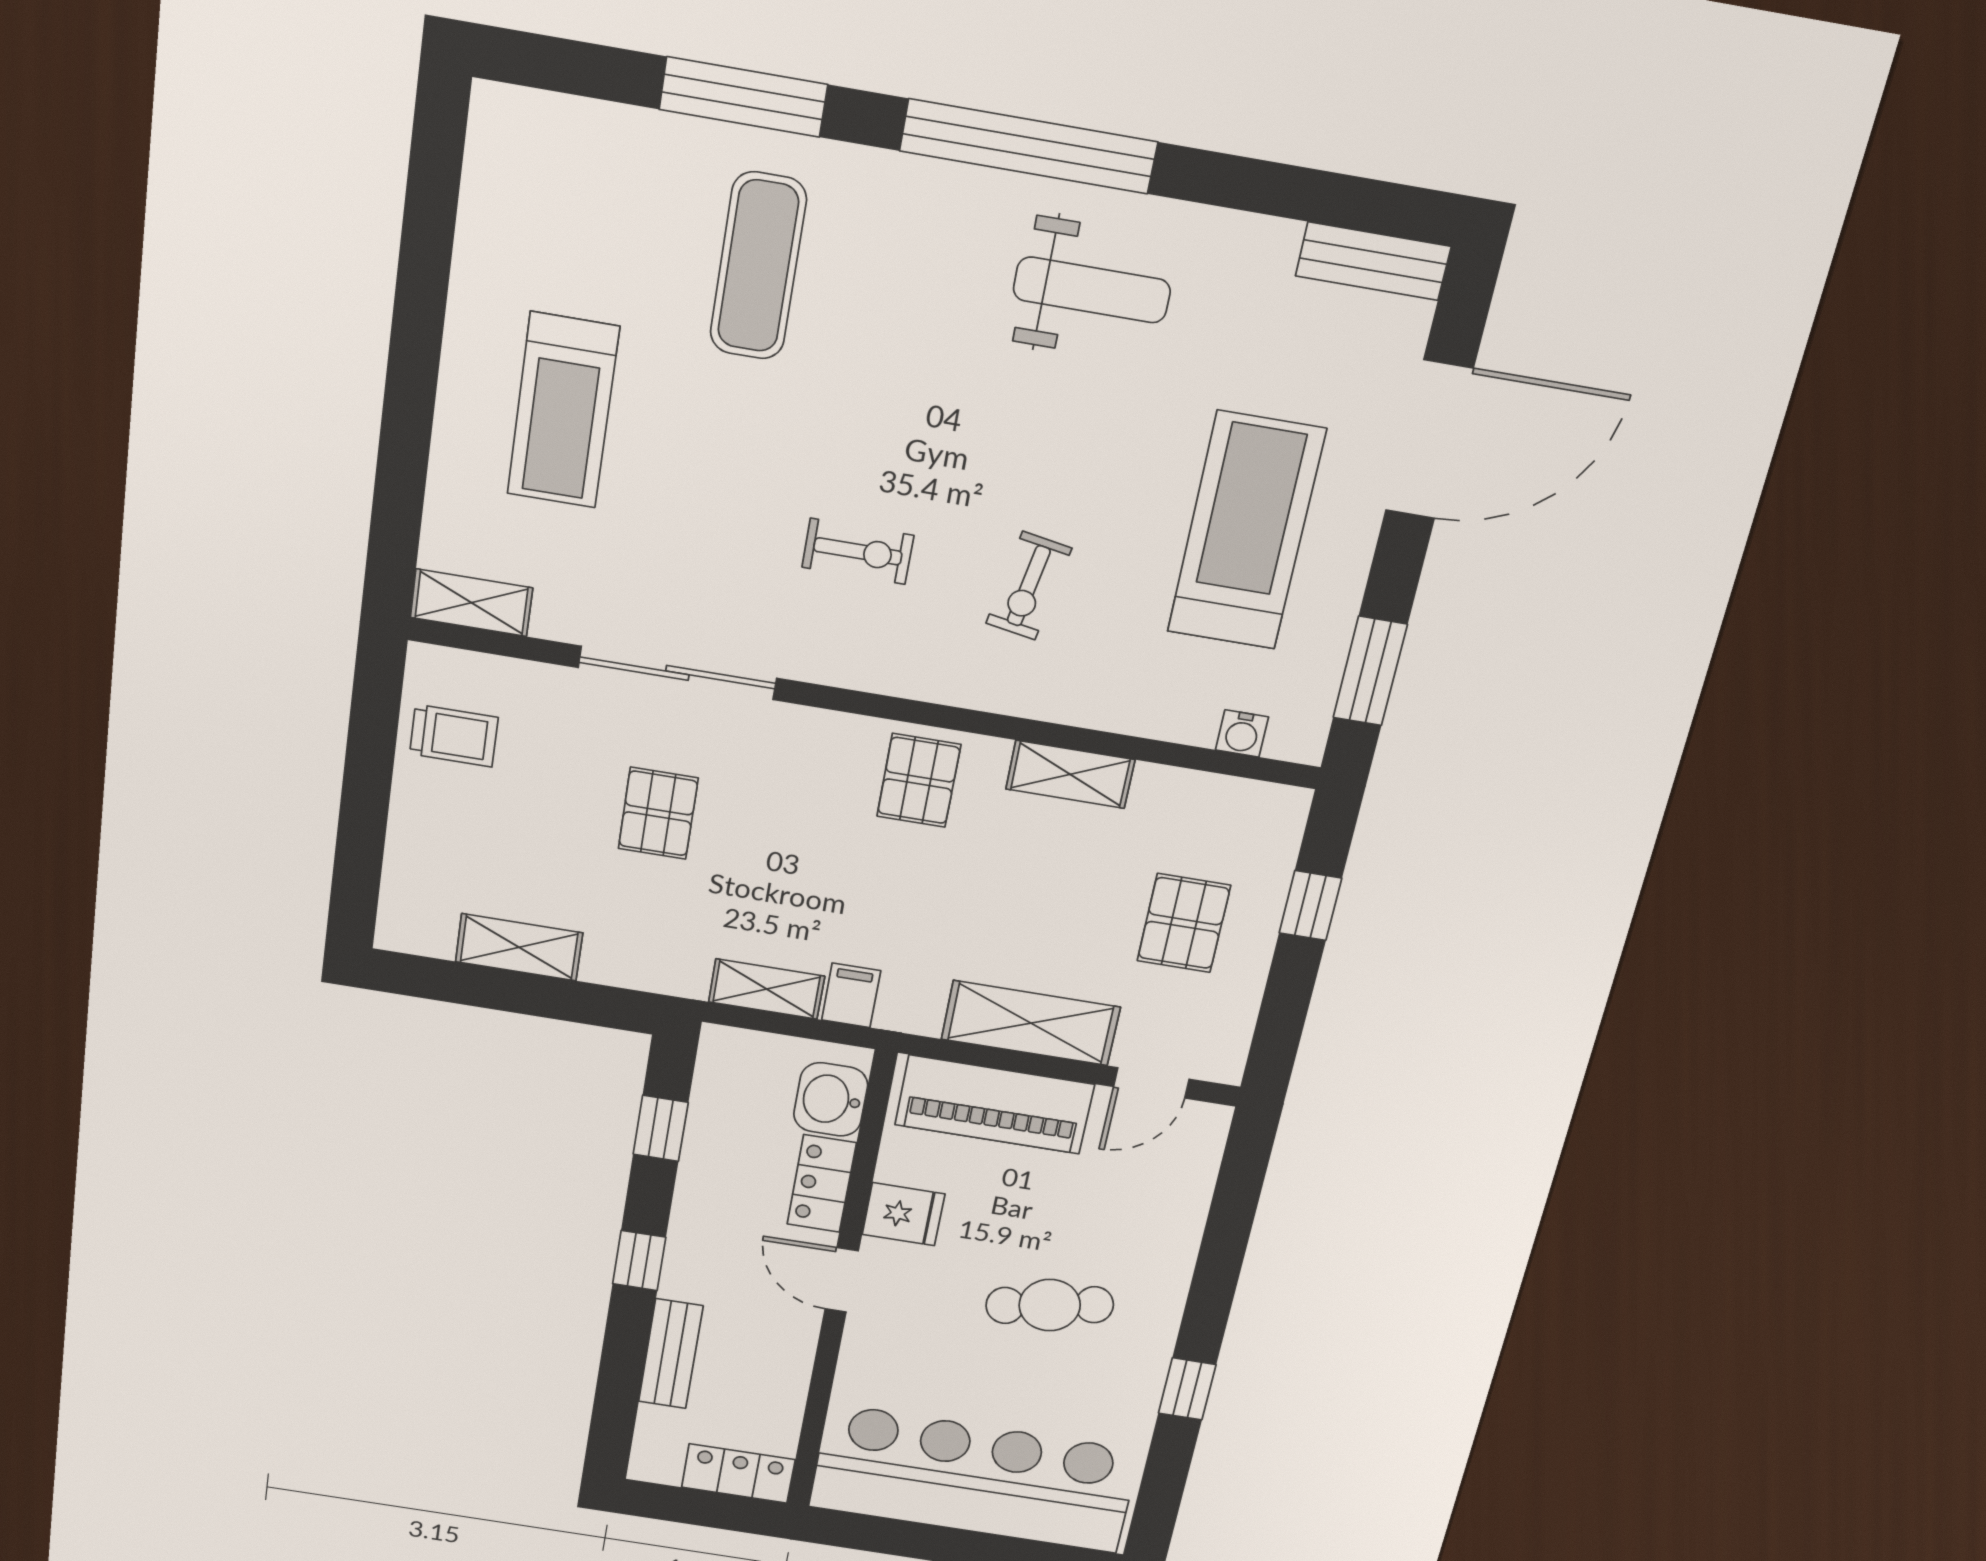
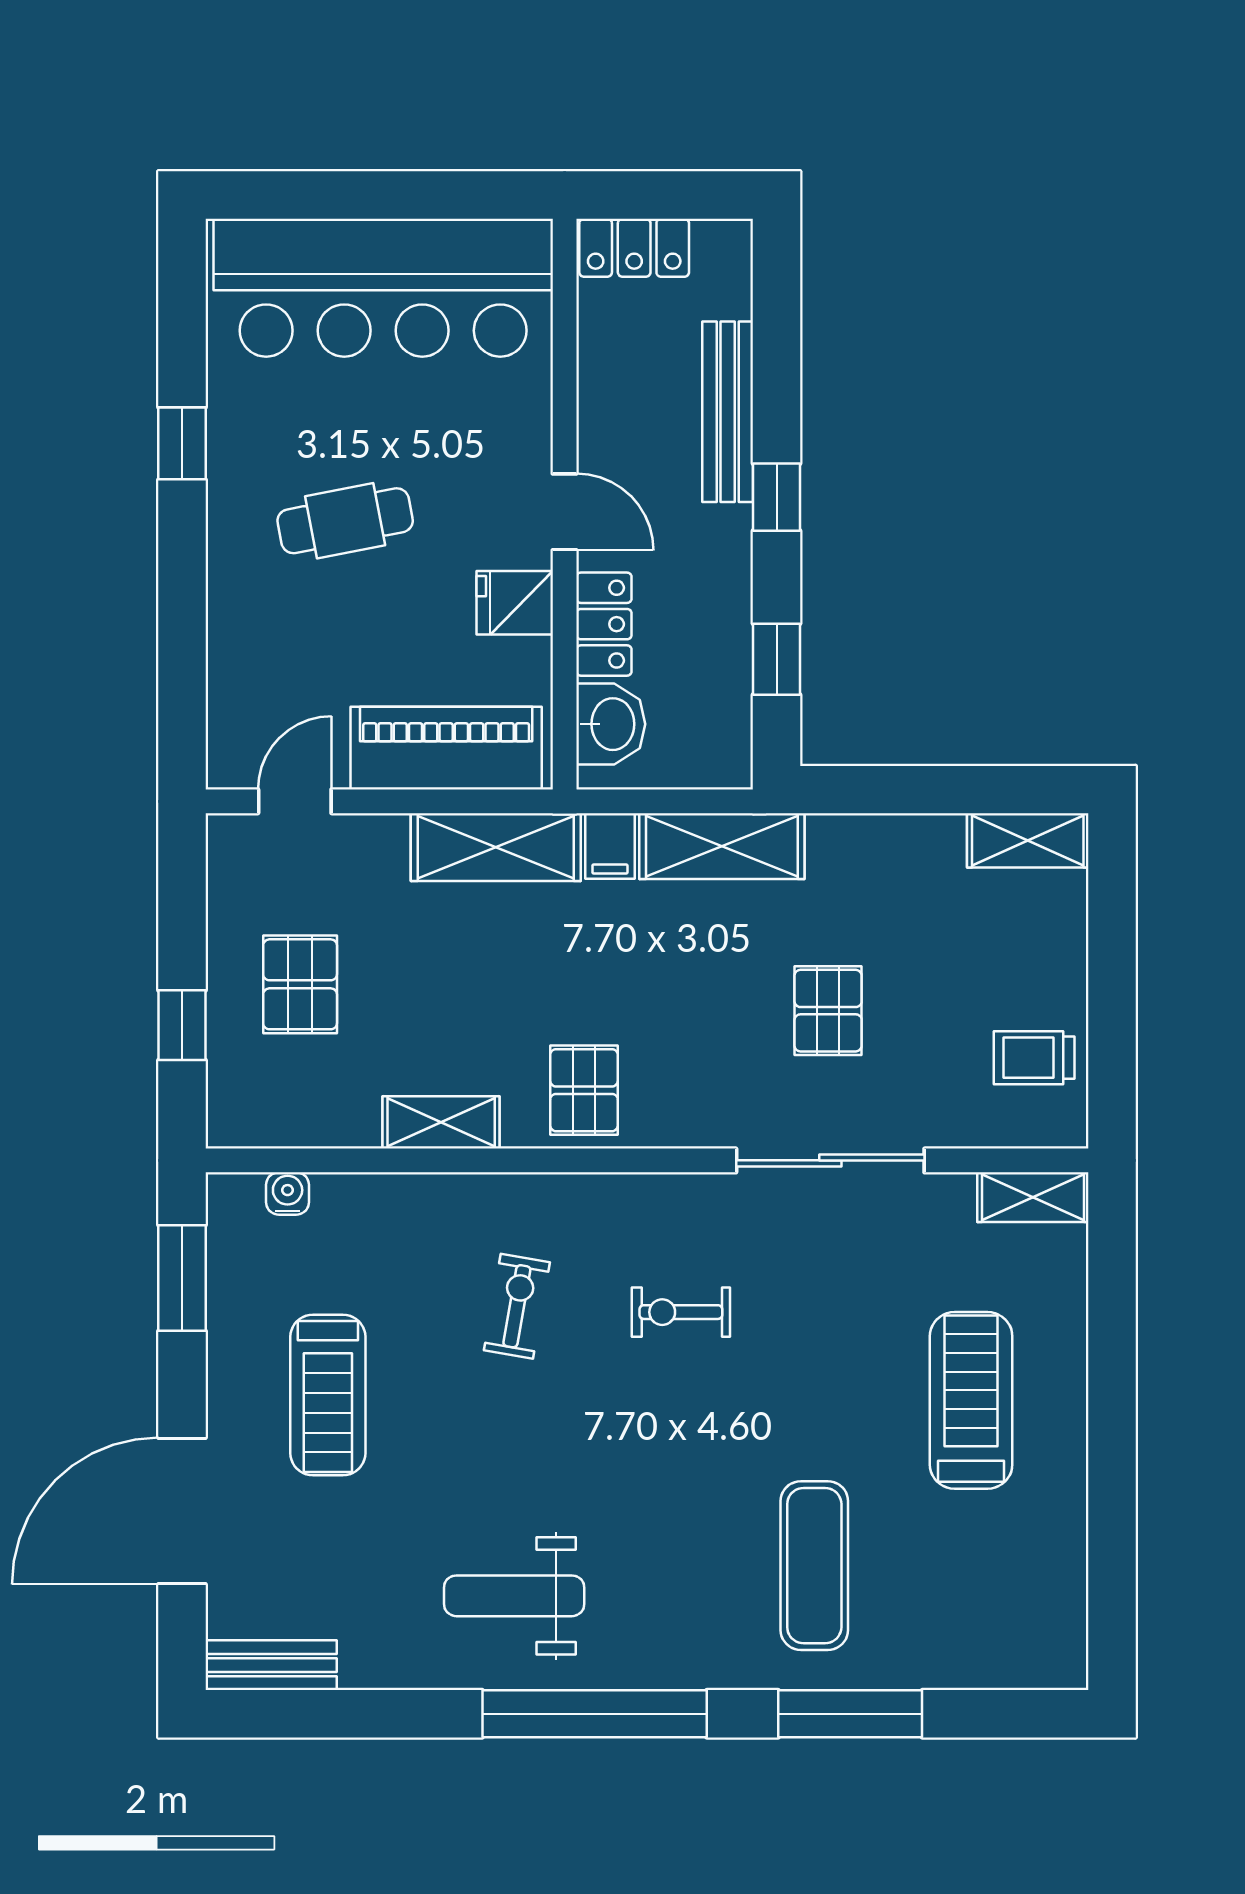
treadmill: (1246, 531) -> (328, 1395), width x0.73, depth x0.73
shelving: (519, 947) -> (1028, 840), moved
shelving: (767, 989) -> (722, 846), width x1.50, depth x1.33
shelving: (1031, 1023) -> (496, 847), moved
bench: (671, 1354) -> (728, 412), width x1.36

